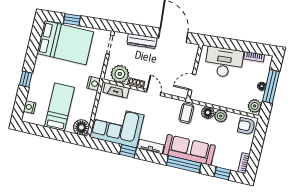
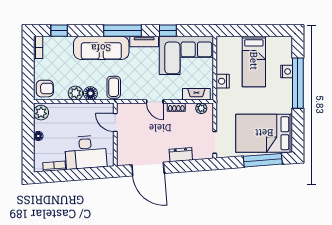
window: (72, 20) -> (263, 160), width x2.17
dresser: (142, 41) -> (181, 155), width x0.70
plant: (120, 74) -> (201, 108), width x0.53, depth x0.53
window: (26, 79) -> (298, 83), width x3.17
door: (192, 82) -> (115, 123), swing flipped
nightstand: (94, 83) -> (223, 81), moved
window: (271, 86) -> (28, 138), removed
nightstand: (30, 107) -> (287, 71), moved
floor lamp: (81, 127) -> (225, 45), removed
window: (184, 164) -> (123, 31), moved

